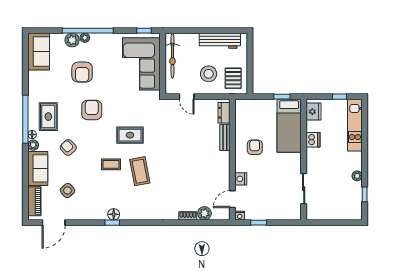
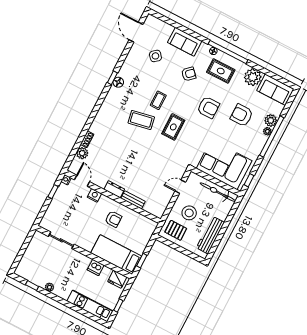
dresser: (224, 113) -> (114, 189), moved
plant: (33, 145) -> (253, 77), moved, width x1.87, depth x1.87
piano: (34, 201) -> (161, 26), removed

